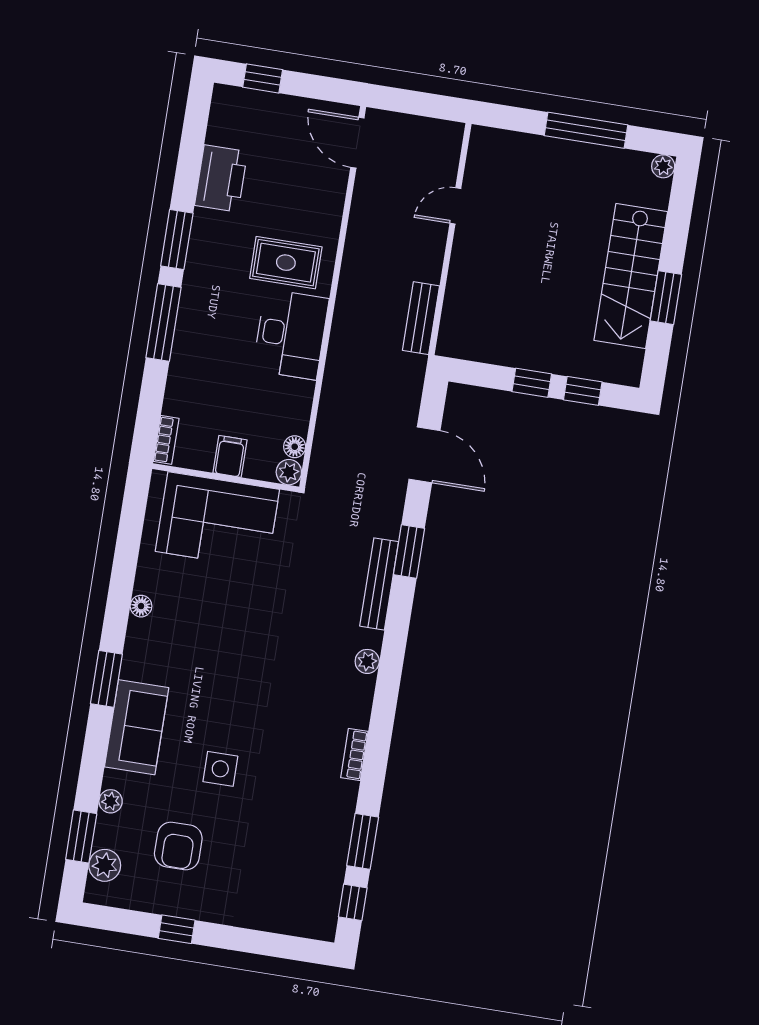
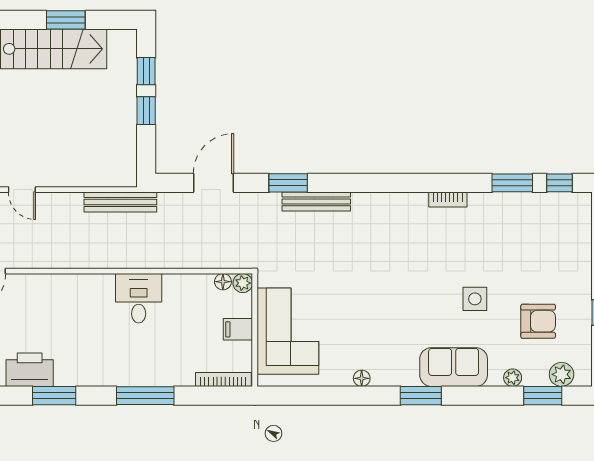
window: (177, 240) -> (54, 396), moved
rug: (286, 263) -> (85, 311), removed
bench: (421, 318) -> (120, 202), width x1.36
desk: (291, 334) -> (139, 298), width x0.73
bookcase: (166, 440) -> (223, 379), width x1.56
plant: (367, 661) -> (376, 201), removed

